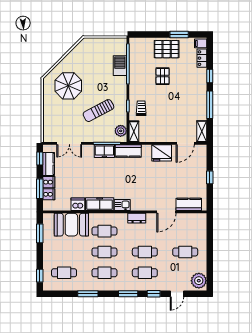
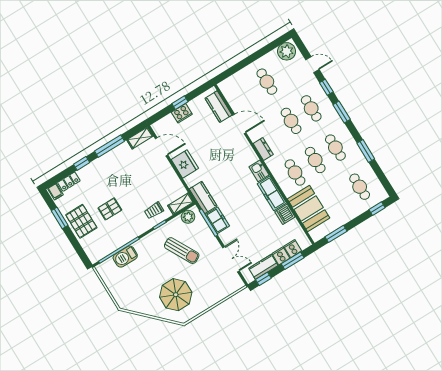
cooker: (201, 174) -> (182, 113), added

